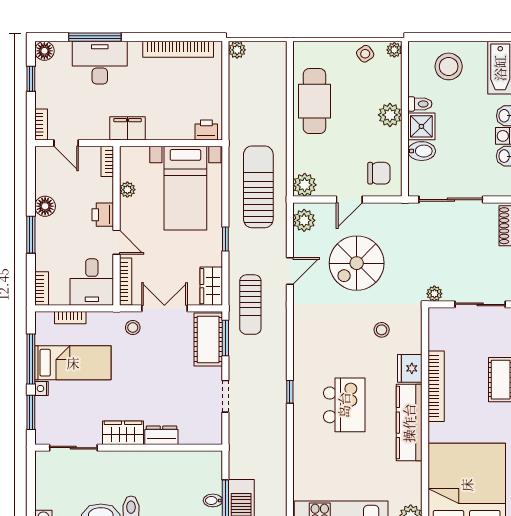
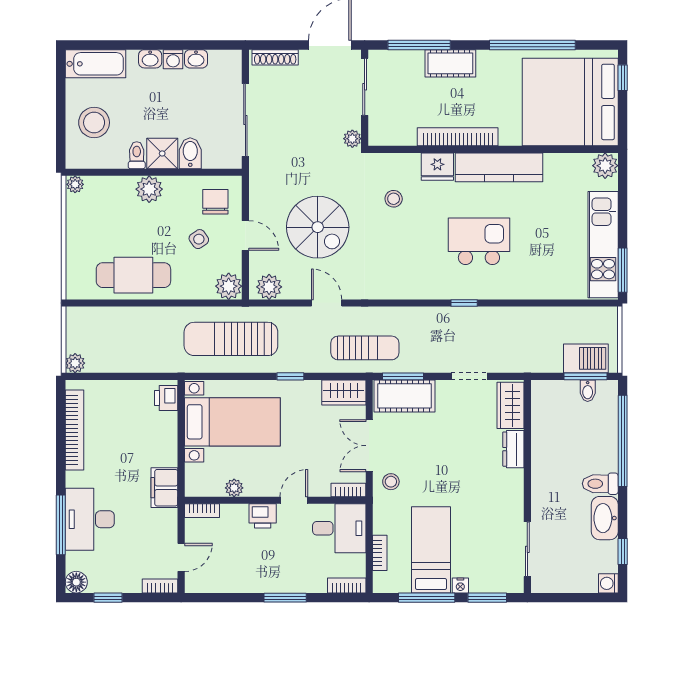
side table: (365, 54) -> (199, 239), moved
floor lamp: (45, 206) -> (253, 581), removed
bookcase: (126, 282) -> (348, 490), width x0.64
wardrobe: (123, 433) -> (511, 405), moved

